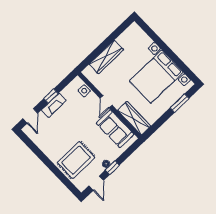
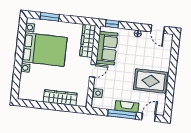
window: (51, 96) -> (122, 114), width x2.17
rug: (76, 160) -> (151, 81), moved
window: (112, 168) -> (112, 24), moved
door: (96, 183) -> (158, 29), swing flipped

